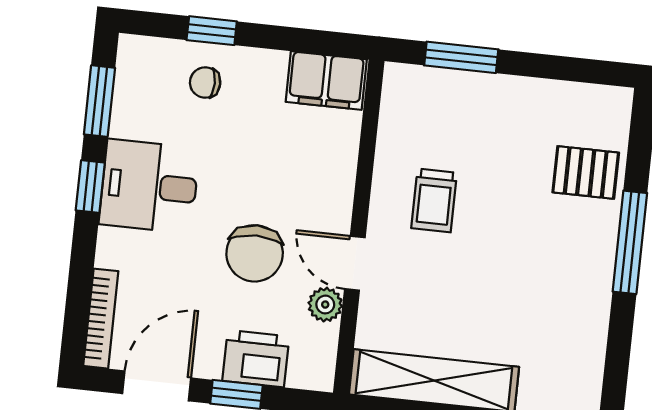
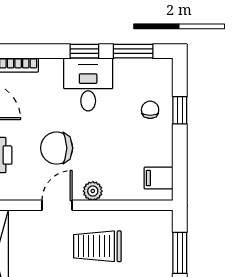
filing cabinet: (326, 81) -> (158, 178), width x0.50
trolley: (434, 200) -> (97, 246), width x1.36, depth x1.39
plant: (325, 305) -> (93, 191), moved

